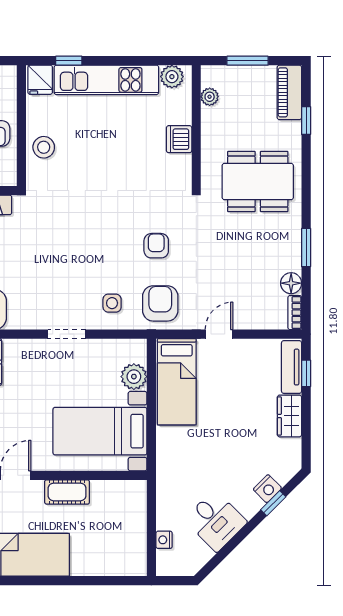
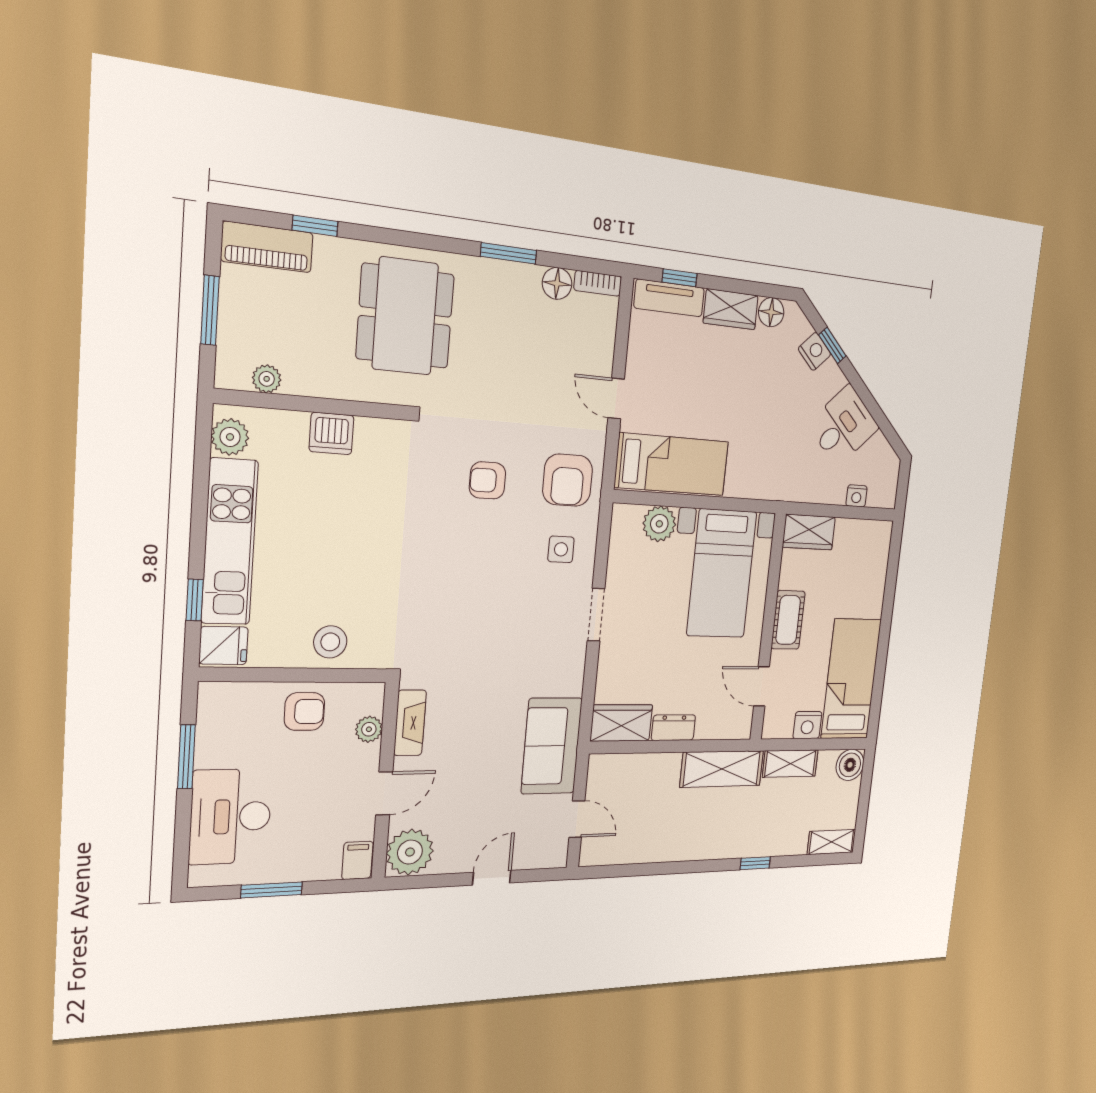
armchair: (160, 303) -> (568, 480), turned -90
floor lamp: (291, 449) -> (771, 312), added
wardrobe: (134, 501) -> (809, 532), added

